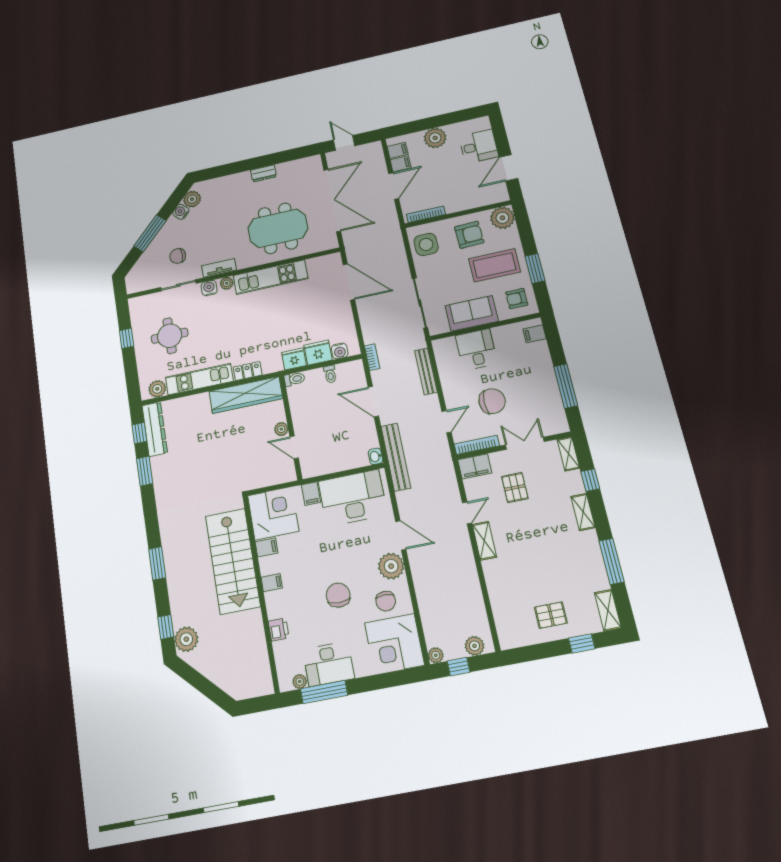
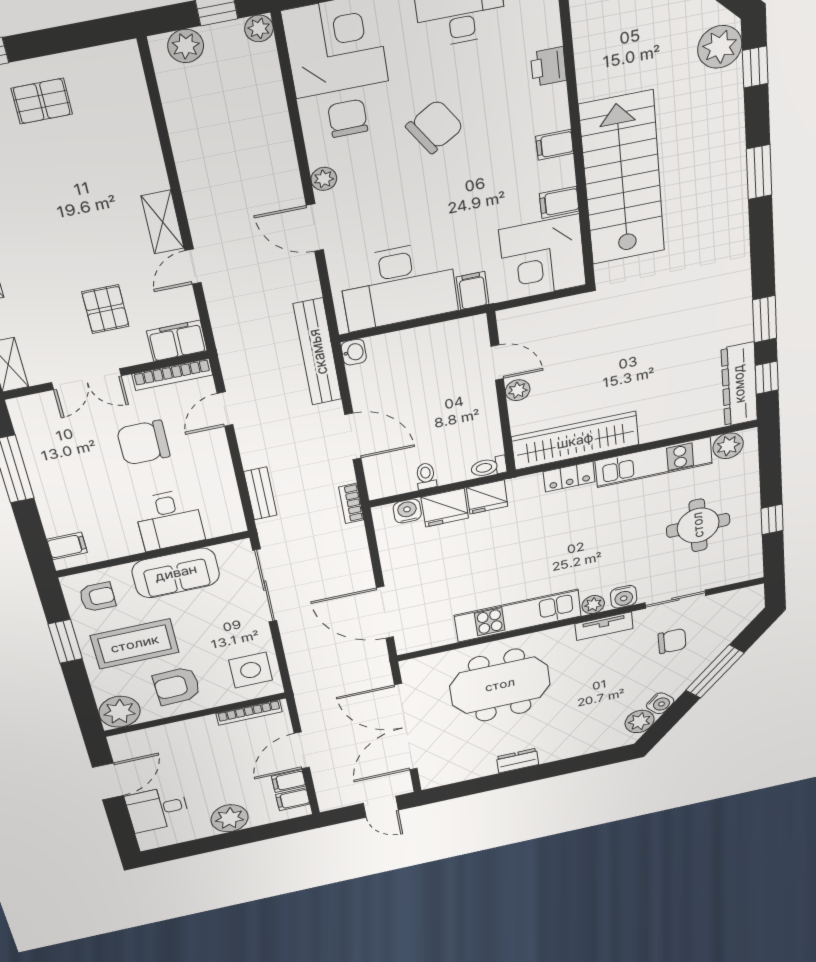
bench: (426, 371) -> (260, 493), width x0.73
plant: (391, 566) -> (324, 179), width x0.53, depth x0.53
chair: (338, 595) -> (435, 127), turned -122

